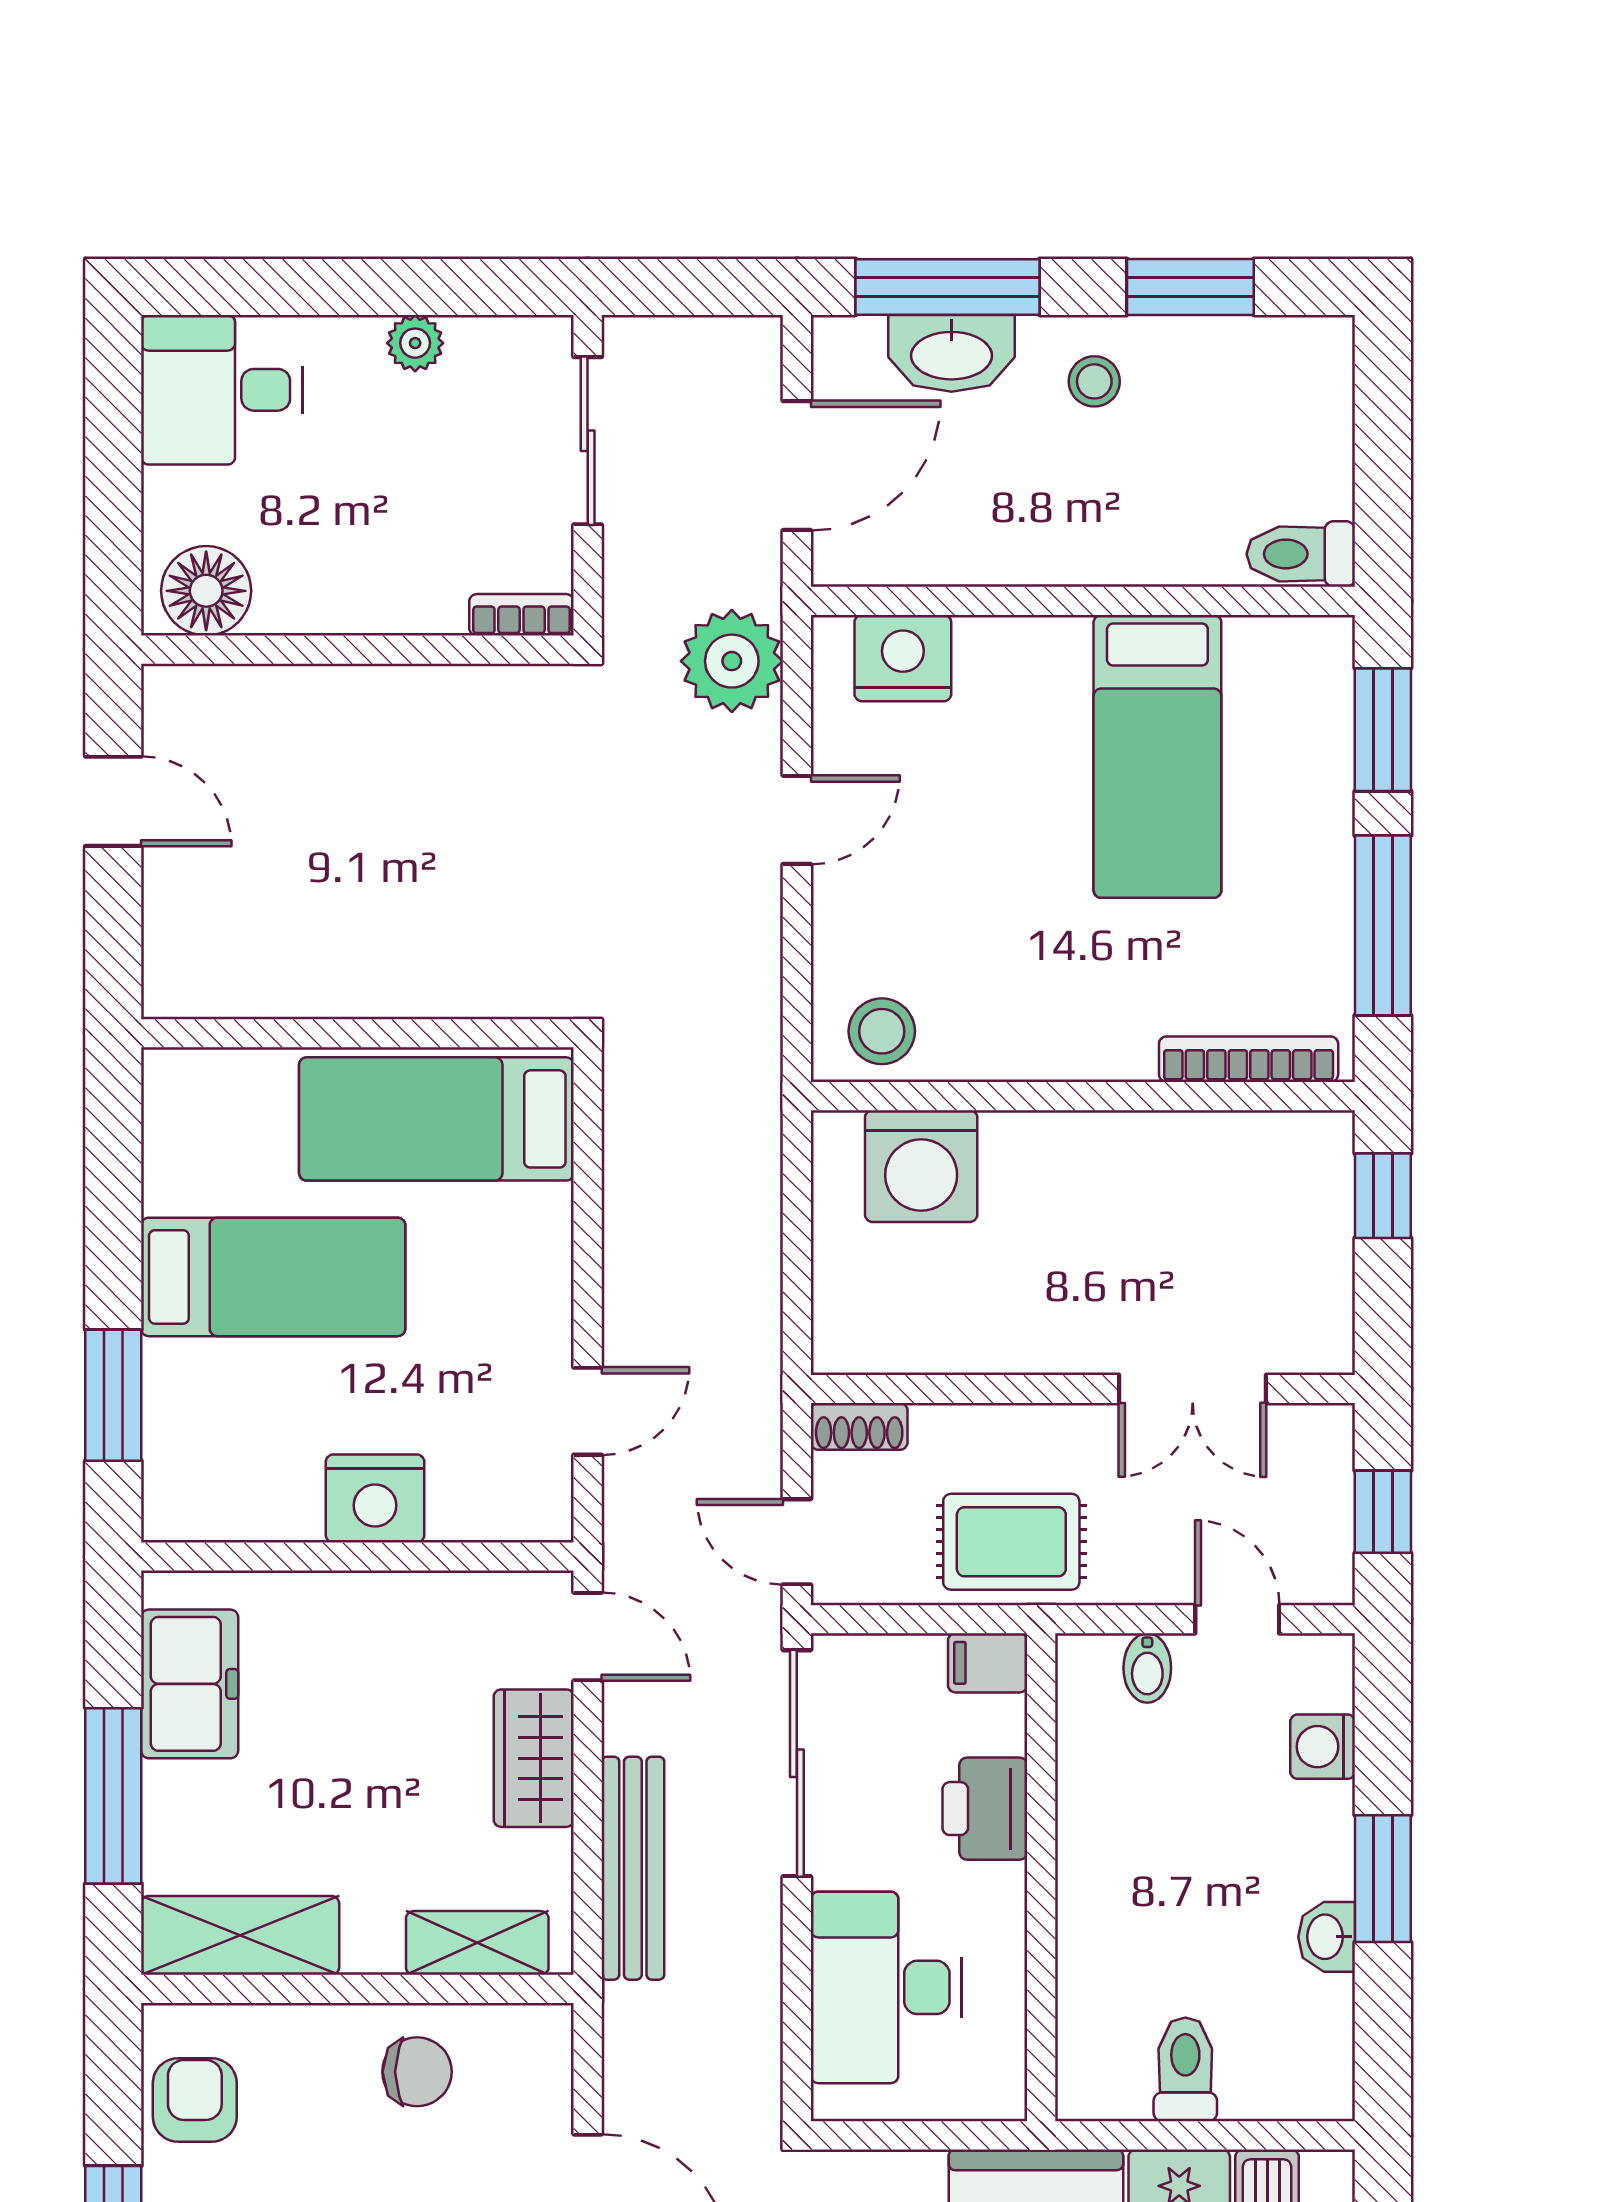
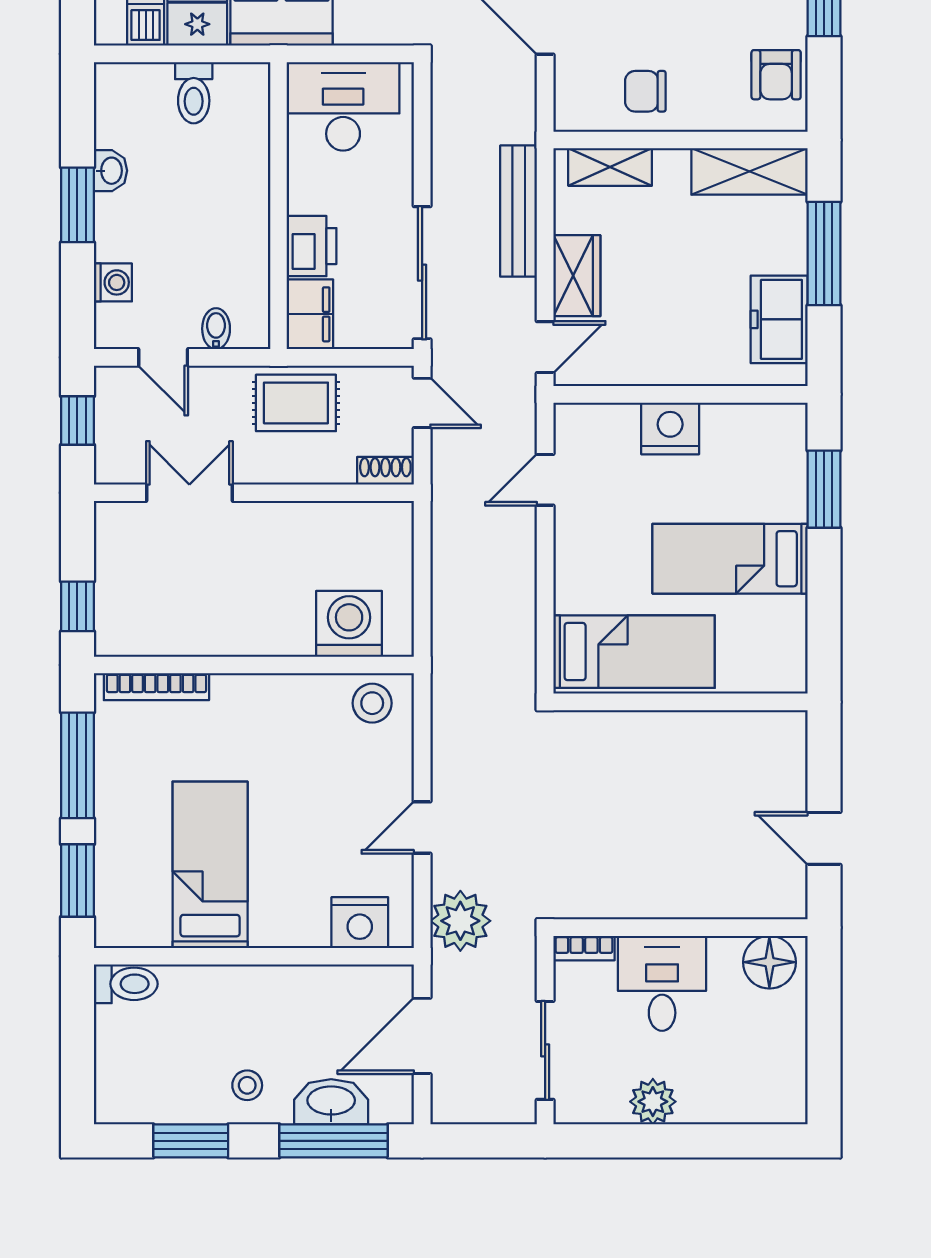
plant: (415, 343) -> (653, 1102), width x1.38, depth x1.38
desk: (222, 390) -> (662, 983), moved, turned -90
door: (588, 1637) -> (545, 347), swing flipped
filing cabinet: (988, 1663) -> (310, 314), width x2.00
desk: (886, 1987) -> (343, 106), moved, turned -90

